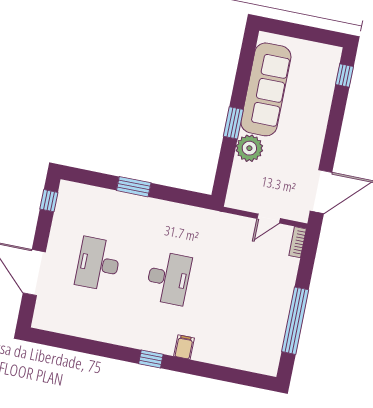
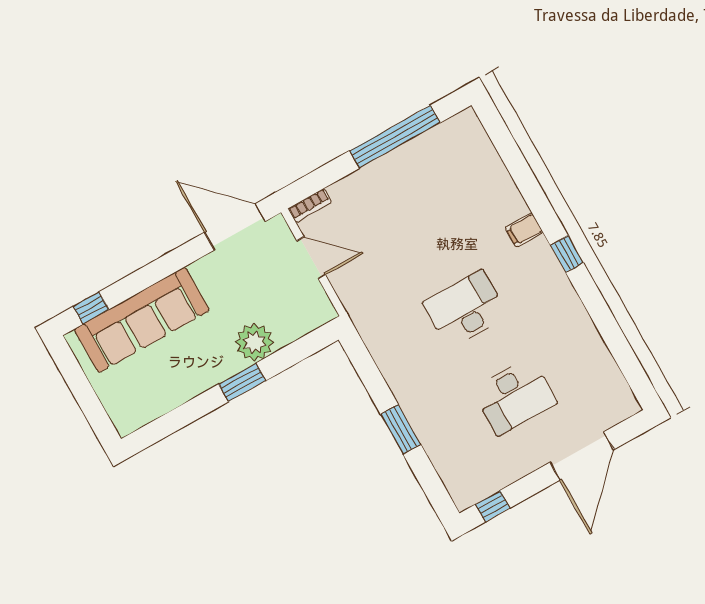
sofa: (266, 89) -> (142, 320), moved, turned 180
door: (269, 218) -> (311, 258), width x1.38

